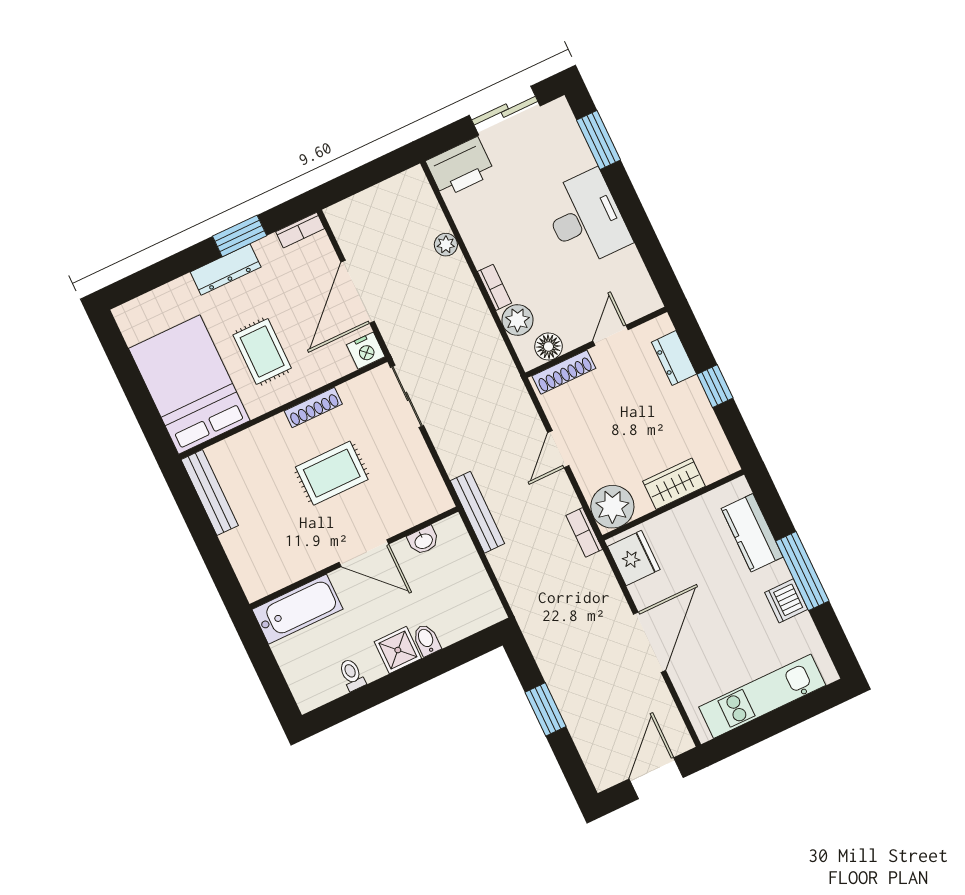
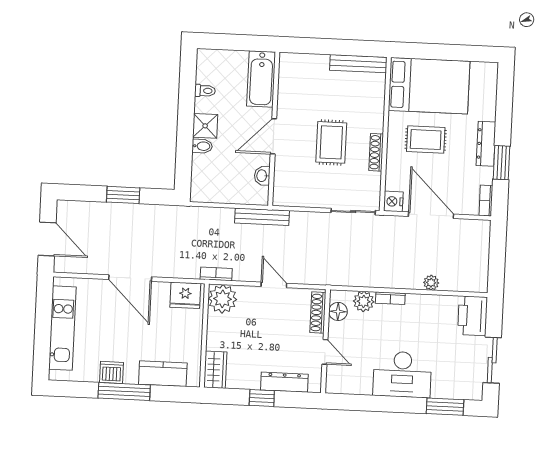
dresser: (674, 358) -> (284, 382), width x1.44
wardrobe: (674, 484) -> (215, 370), moved

